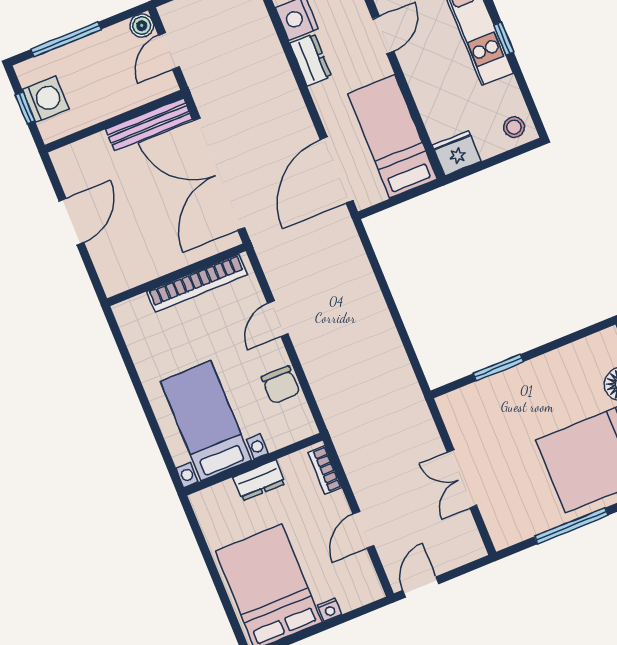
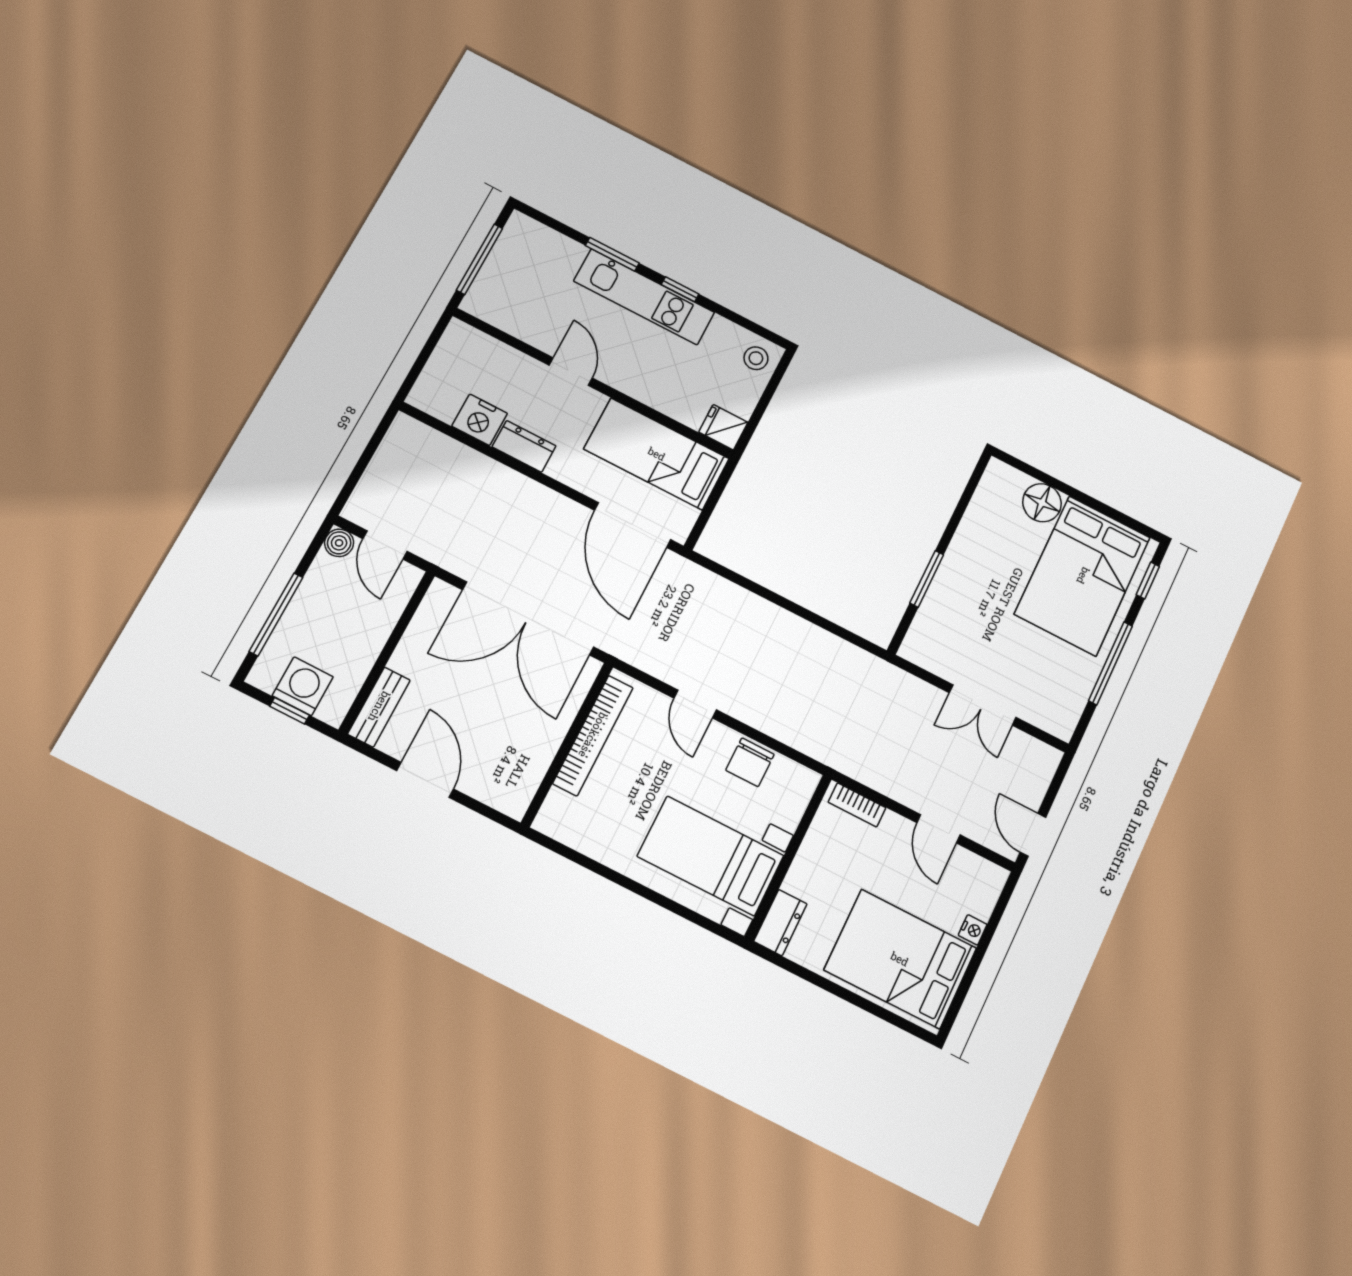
bench: (149, 124) -> (379, 707), moved, width x0.73
fridge: (457, 153) -> (723, 427), width x0.72
chair: (281, 385) -> (750, 762), turned 90
dresser: (259, 480) -> (780, 923), moved

